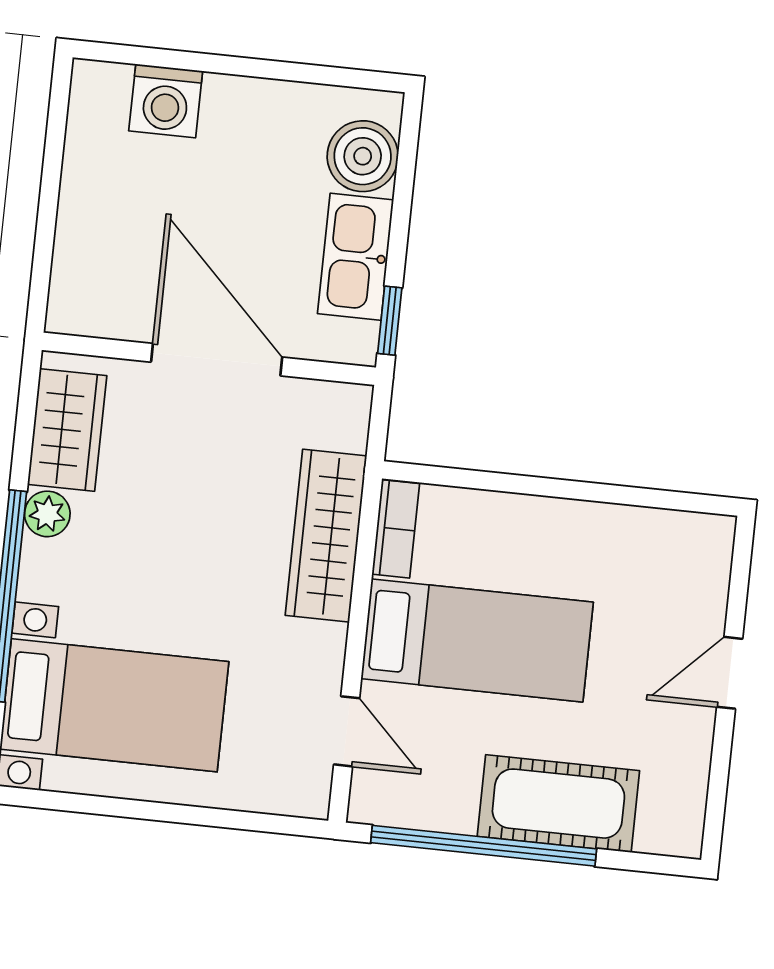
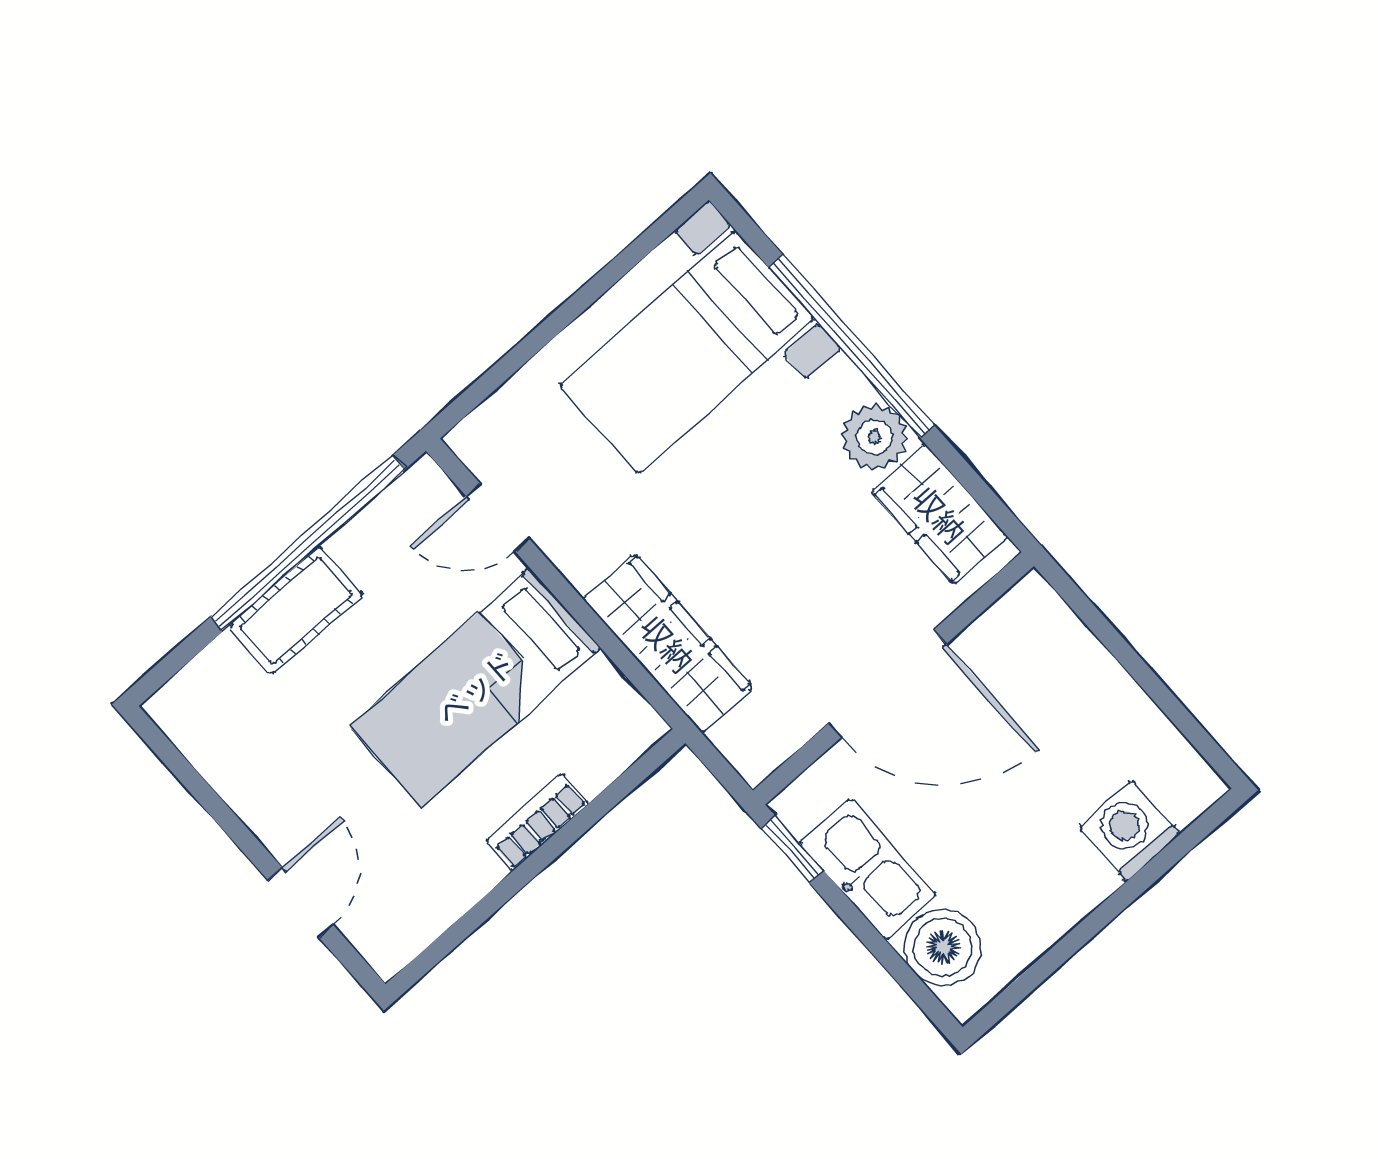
plant: (47, 514) -> (874, 437), width x1.38, depth x1.38
bookcase: (396, 529) -> (537, 822), moved, turned 90
door: (730, 673) -> (301, 903), moved
cot: (558, 804) -> (296, 610), width x0.73, depth x0.75

